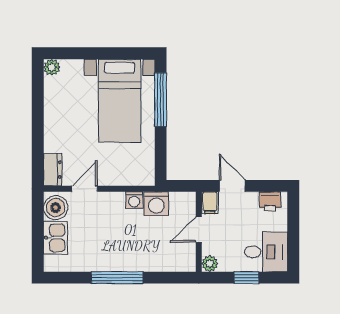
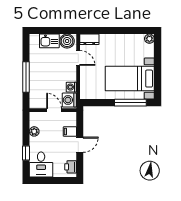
door: (199, 230) -> (54, 110), moved
wall: (199, 232) -> (53, 110), moved

